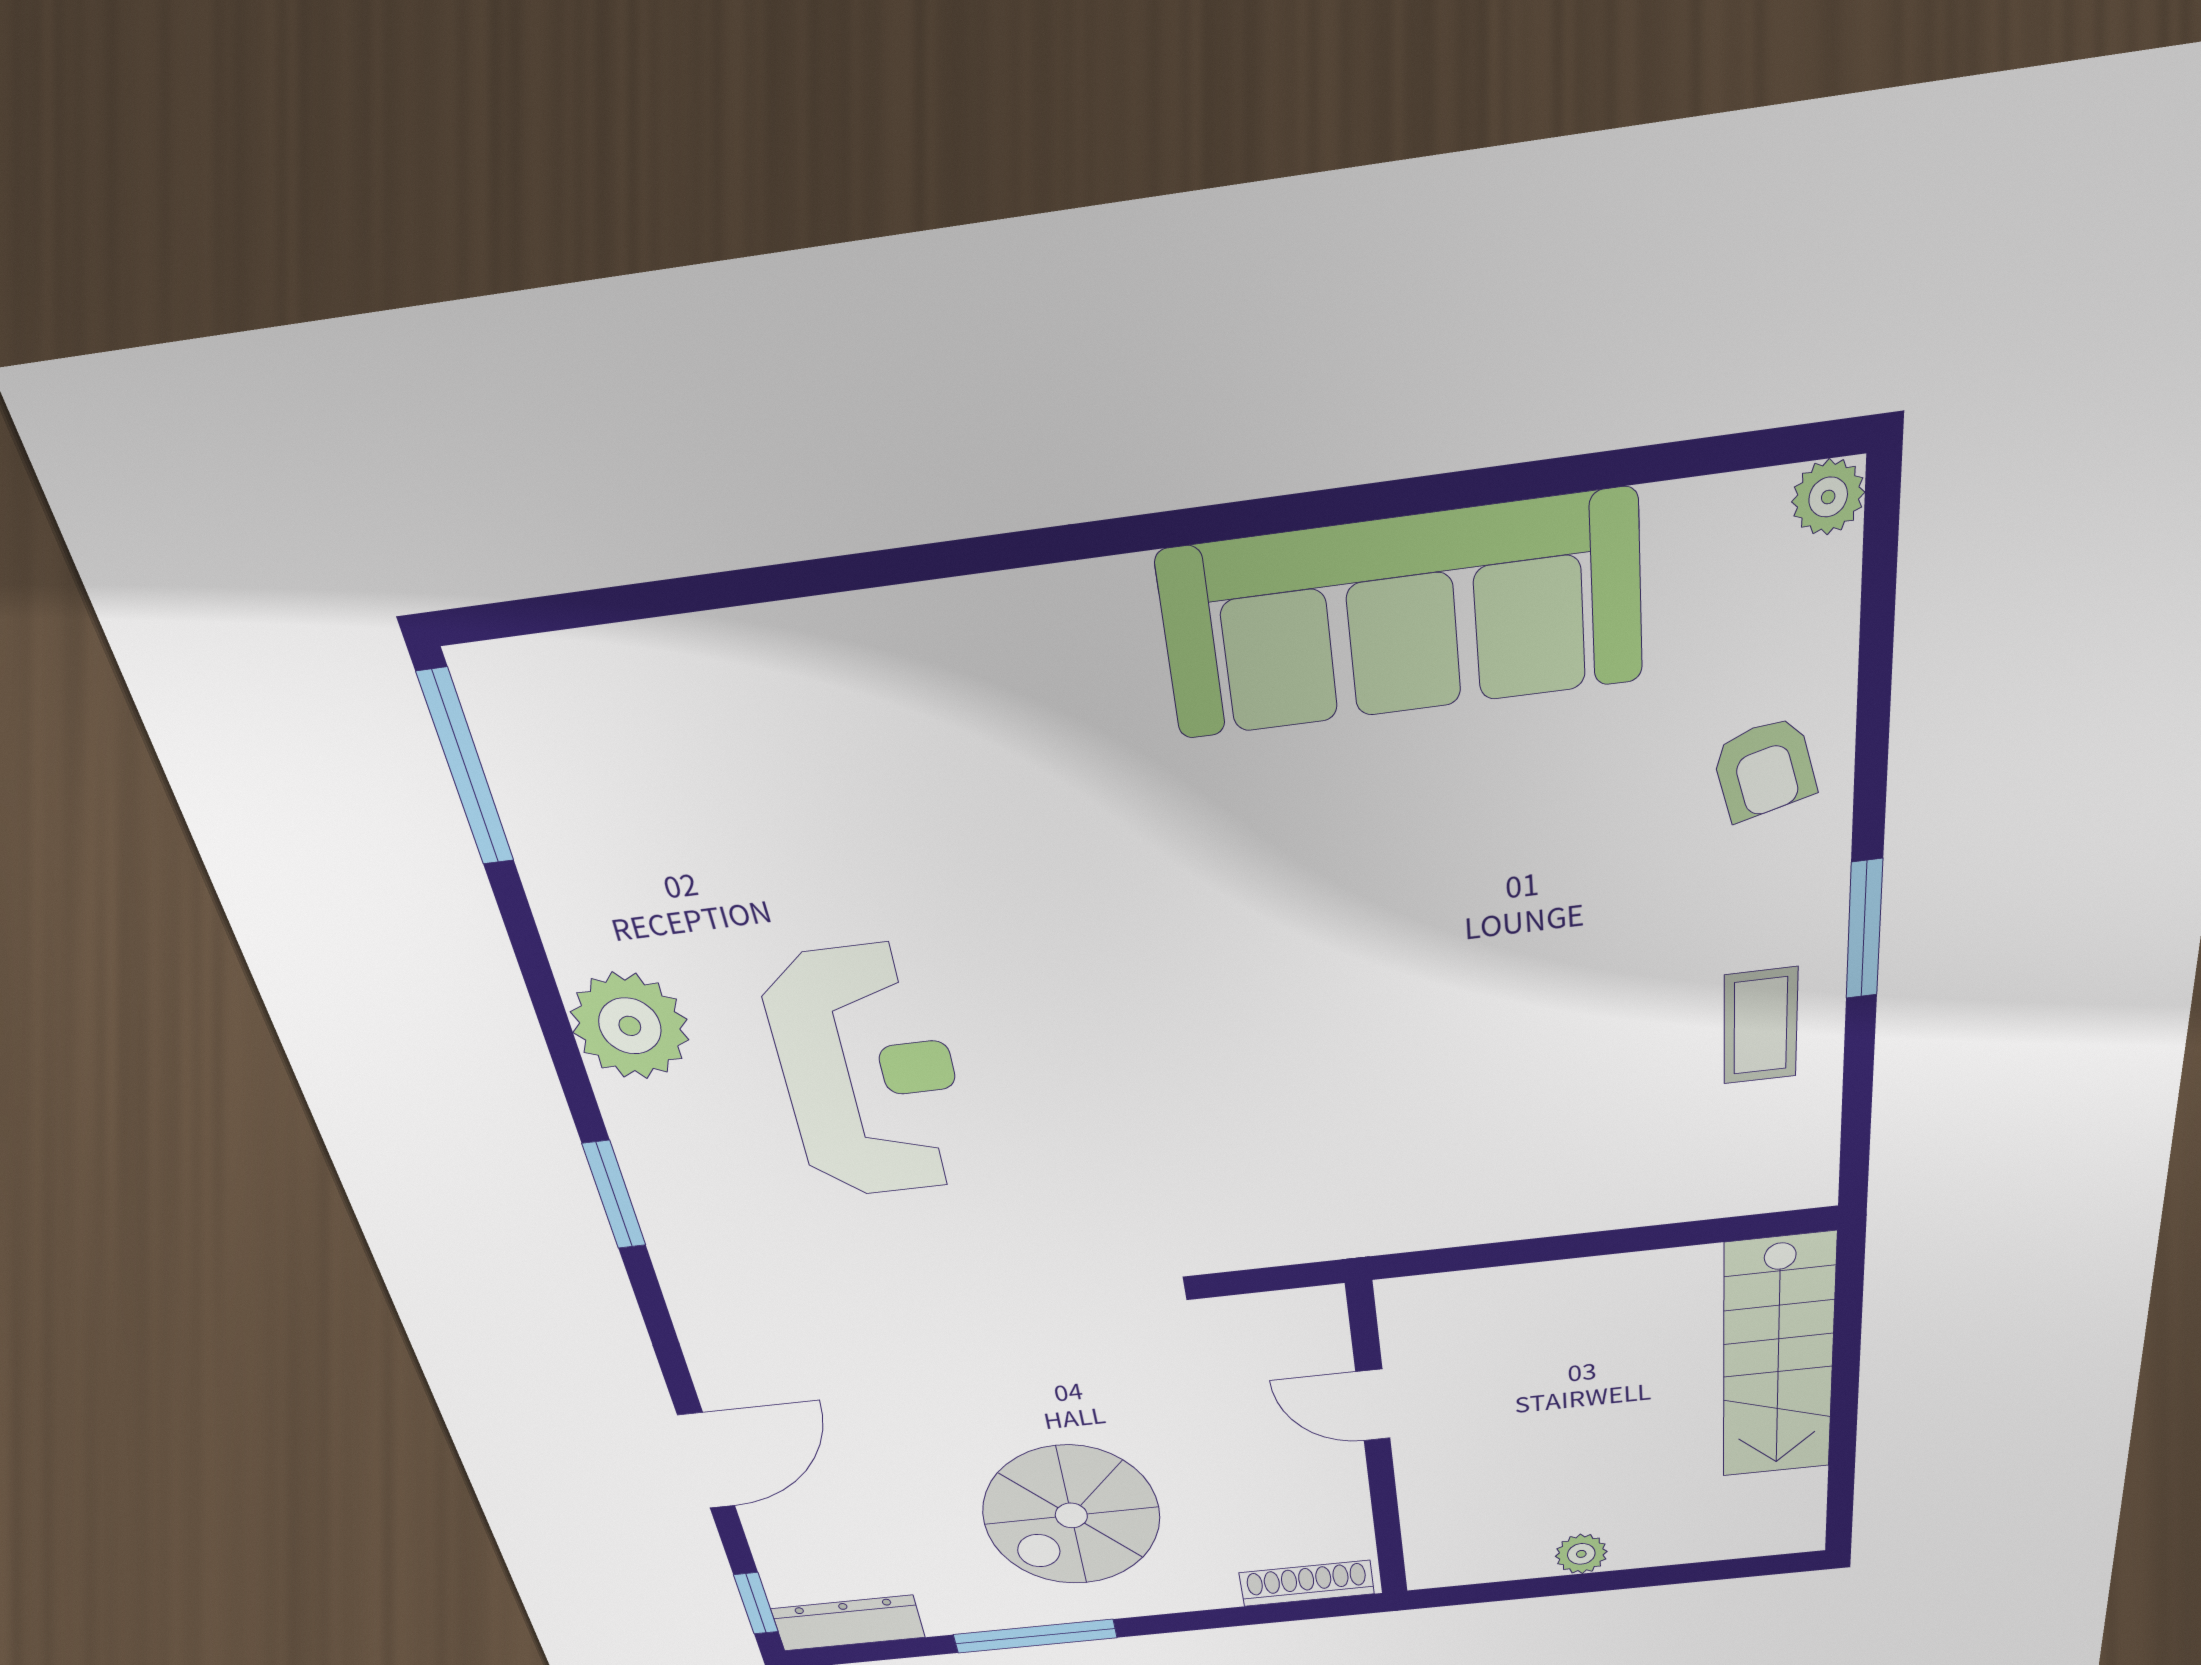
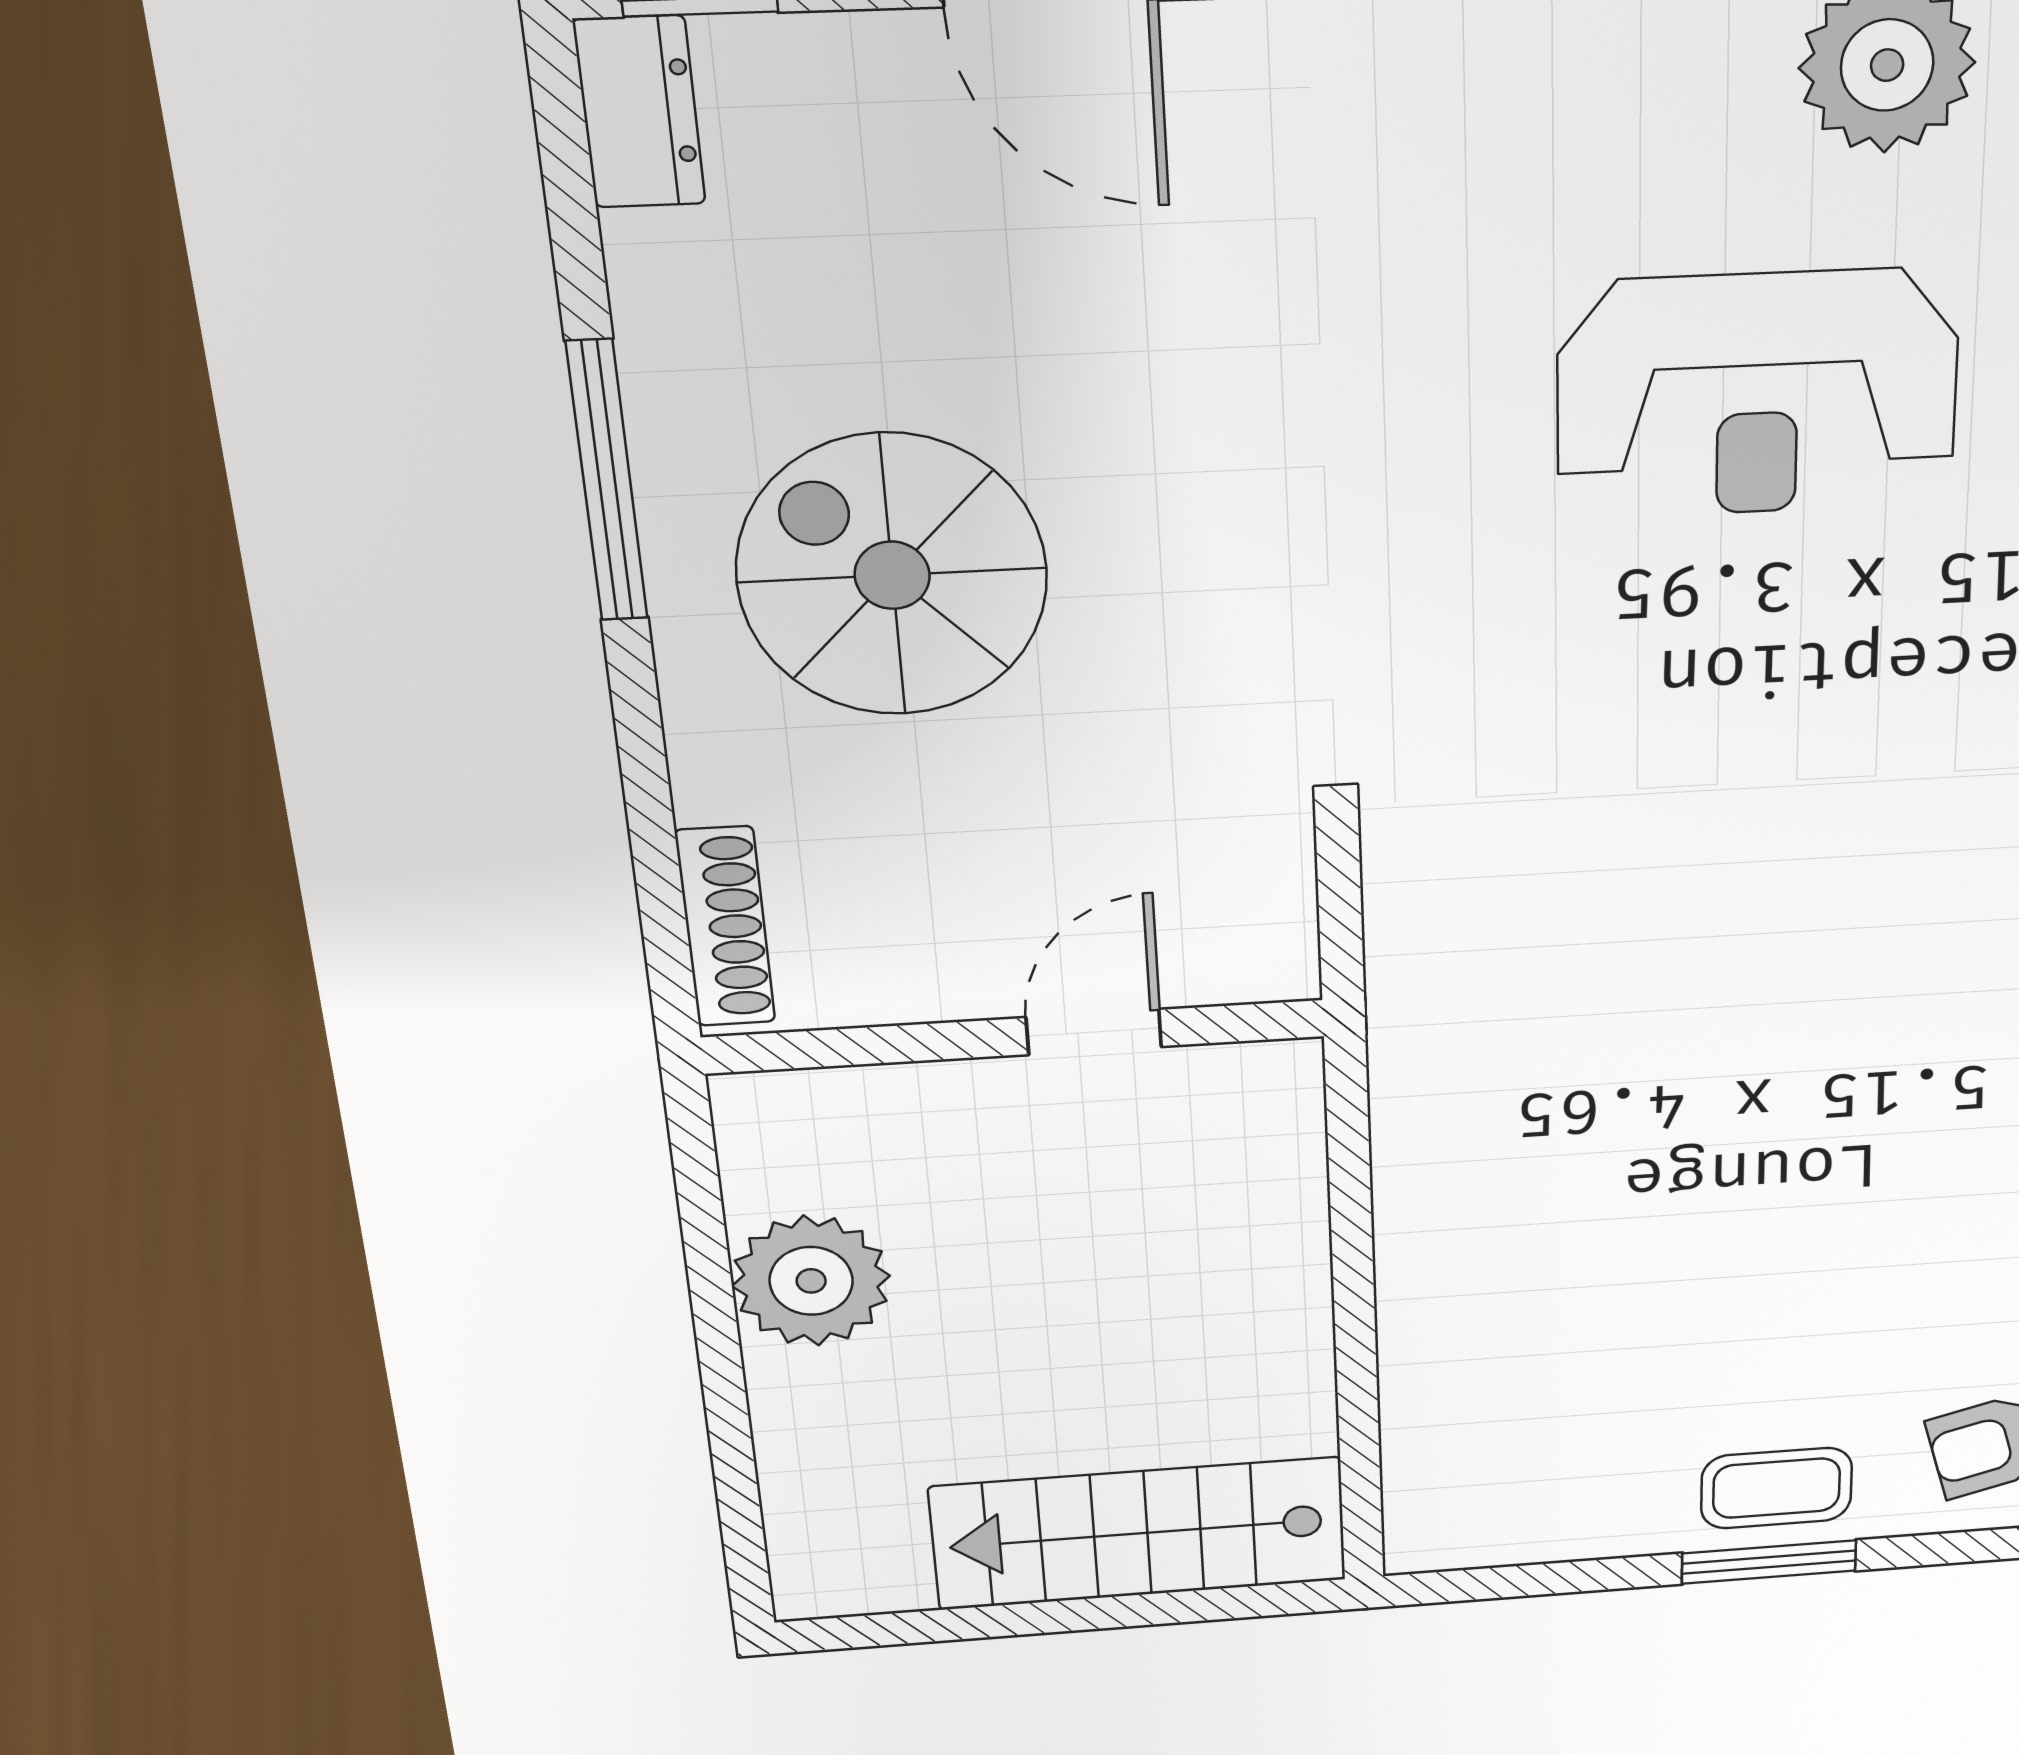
coffee table: (1760, 1026) -> (1776, 1488), moved
plant: (1581, 1554) -> (811, 1281), width x1.88, depth x1.88
dresser: (848, 1623) -> (640, 112), width x0.70

